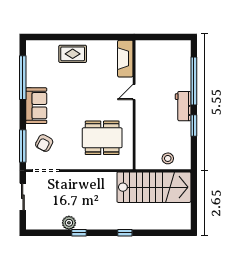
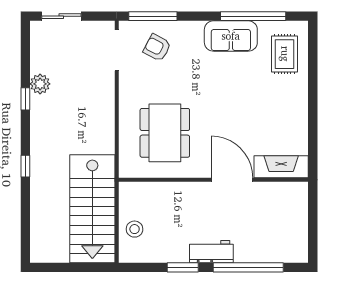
rug: (73, 54) -> (285, 54), moved
door: (134, 92) -> (232, 180), width x1.87
sofa: (36, 106) -> (231, 36), moved
sliding door: (23, 197) -> (61, 16), moved

